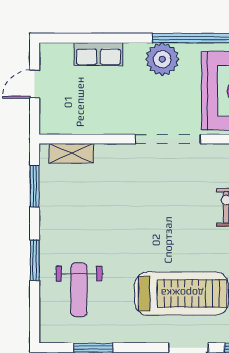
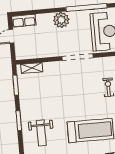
row of seats: (98, 54) -> (24, 21), moved
plant: (162, 59) -> (61, 20), moved

